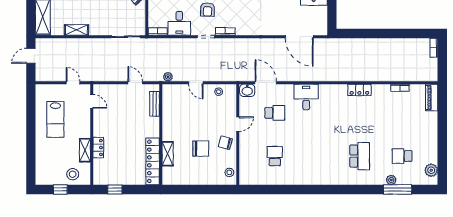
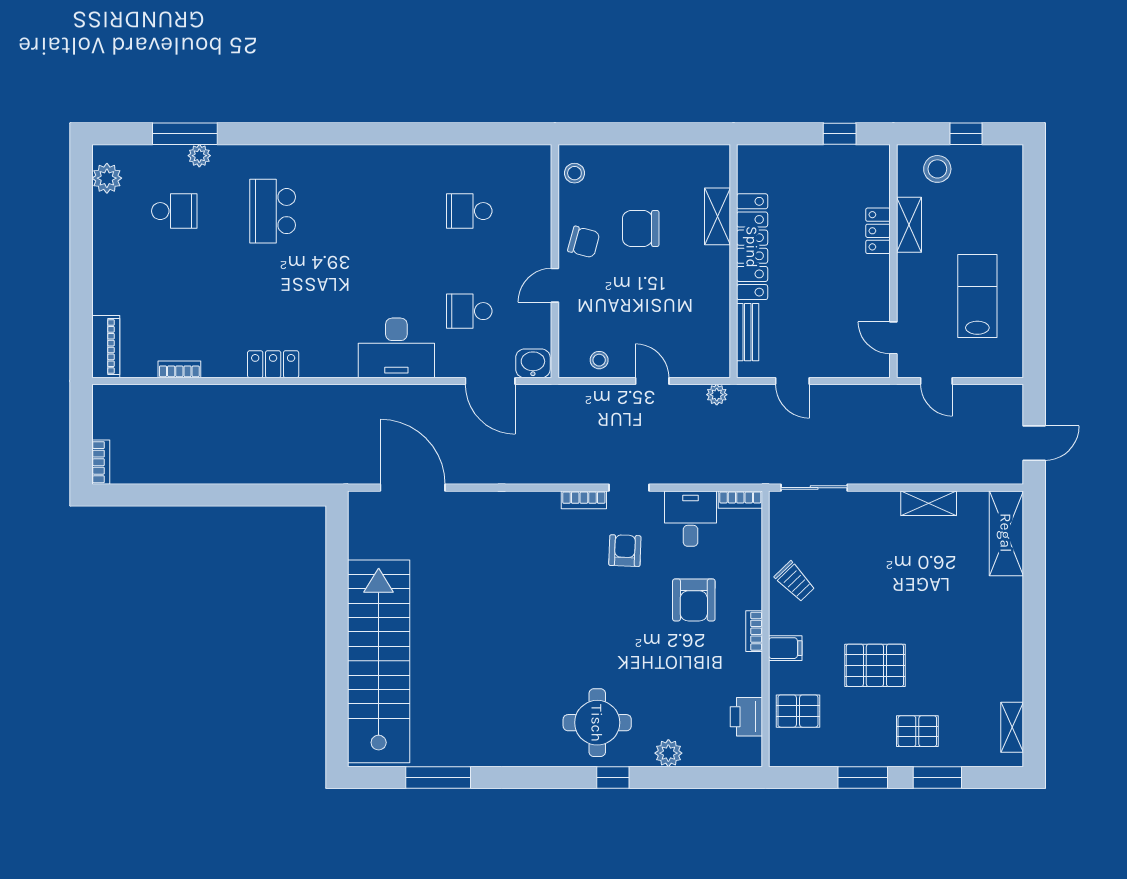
desk: (306, 97) -> (396, 348), width x1.37
school desk: (275, 156) -> (469, 211), turned 90
locker: (153, 161) -> (752, 247), moved

